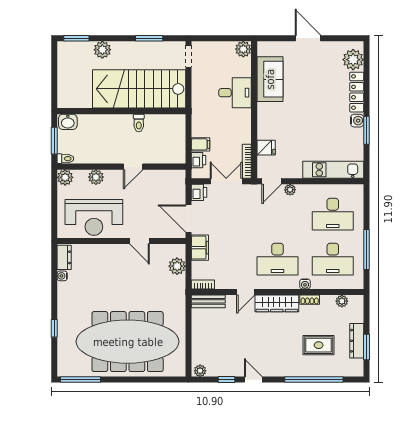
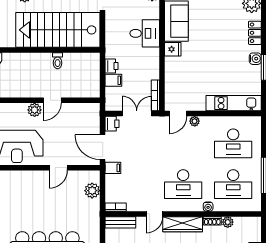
locker: (357, 92) -> (255, 33), width x0.66
fridge: (266, 148) -> (173, 49), moved
printer: (198, 160) -> (112, 66), moved
plant: (96, 177) -> (35, 110), moved
door: (140, 241) -> (58, 168), hinge flipped
filing cabinet: (200, 248) -> (113, 168), width x0.50
plant: (342, 301) -> (228, 222), moved

